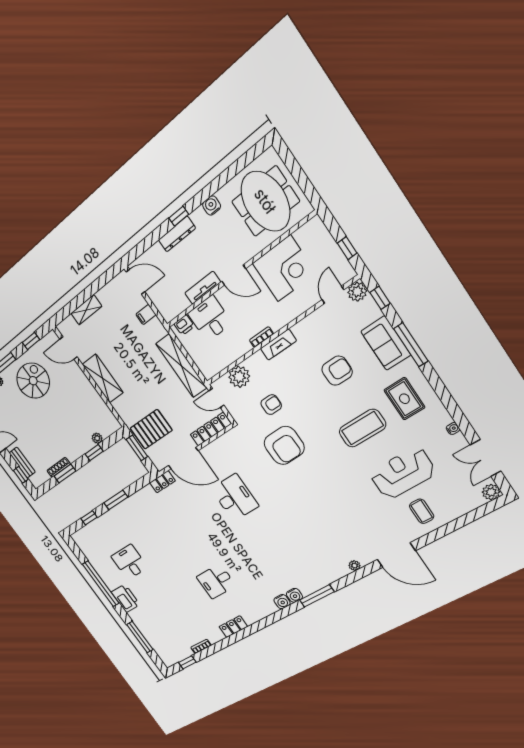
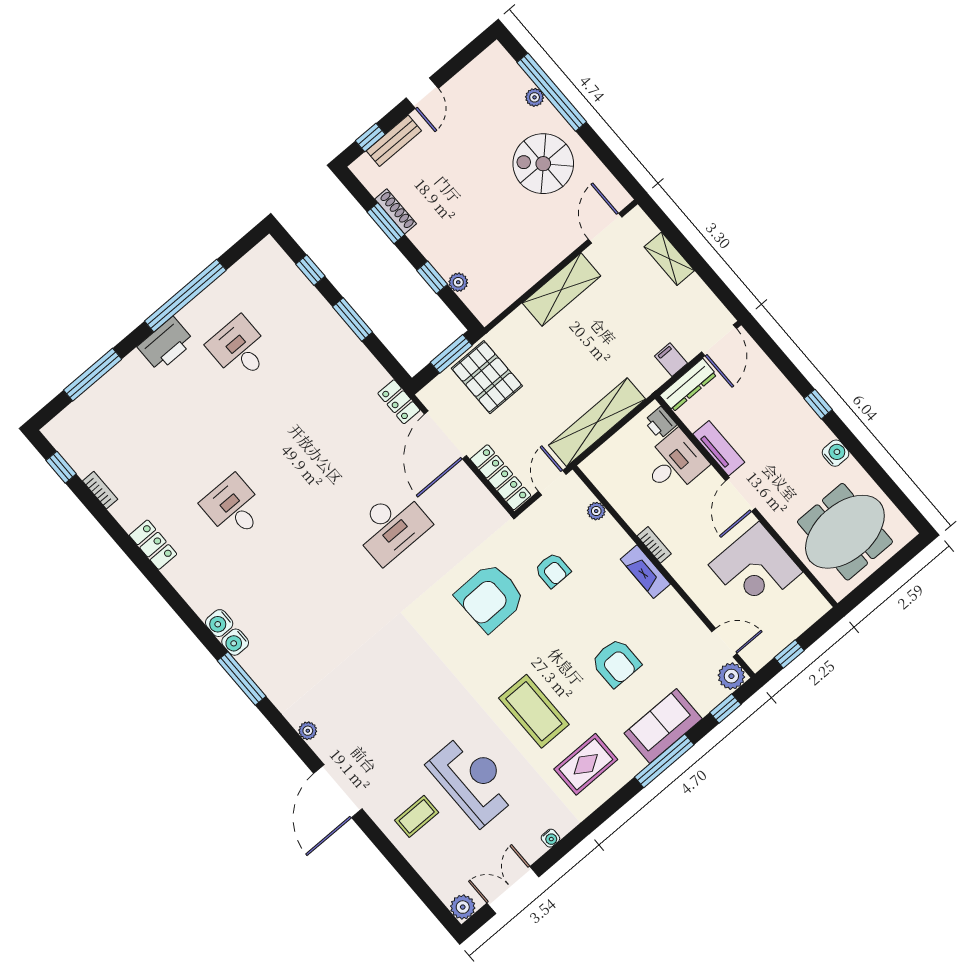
dresser: (177, 234) -> (688, 385), moved, turned -90
window: (31, 341) -> (610, 160), removed
plant: (239, 377) -> (596, 511), width x0.53, depth x0.53
spiral stairs: (33, 381) -> (543, 164), turned 180
desk: (129, 562) -> (240, 349), turned -90

